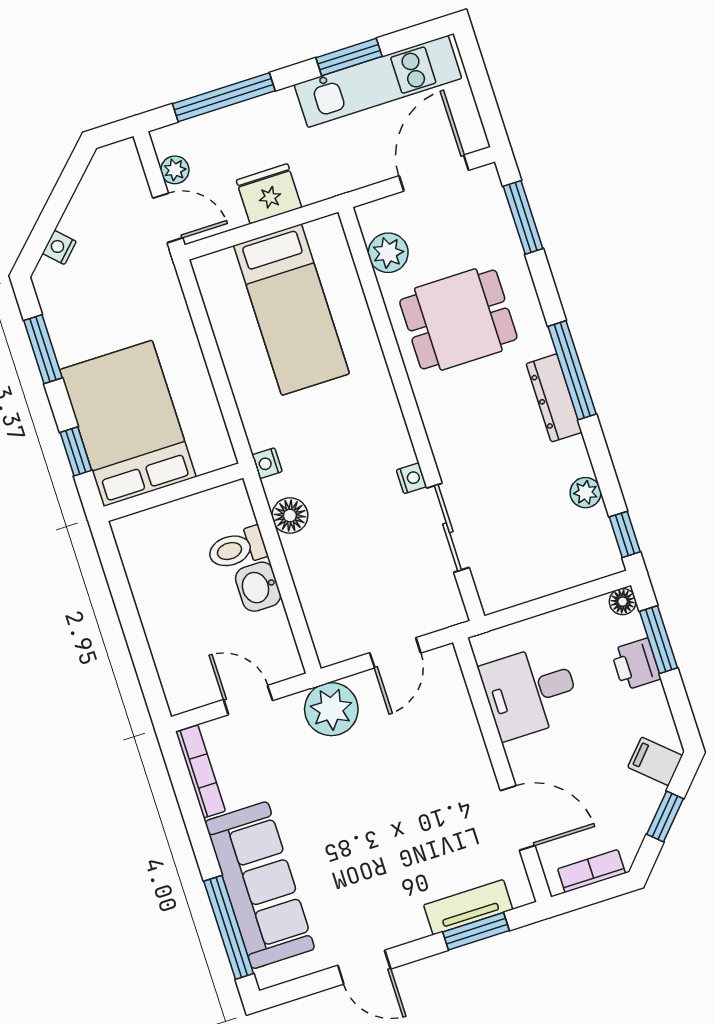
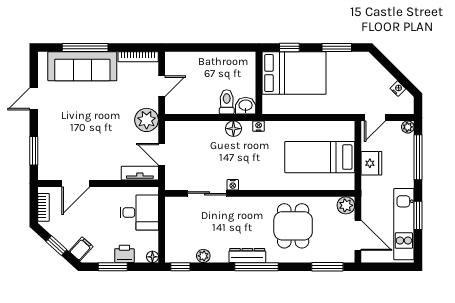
plant: (175, 170) -> (408, 127), moved
nightstand: (59, 247) -> (398, 89), moved
plant: (388, 253) -> (346, 205), moved
washbasin: (258, 587) -> (246, 106), moved
window: (659, 640) -> (113, 267), moved
desk: (530, 692) -> (139, 212), moved, turned 90
tv unit: (468, 907) -> (140, 173), moved, turned -90
window: (229, 927) -> (85, 47), moved

